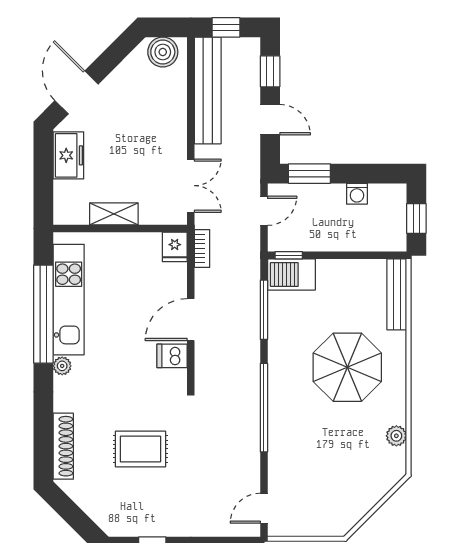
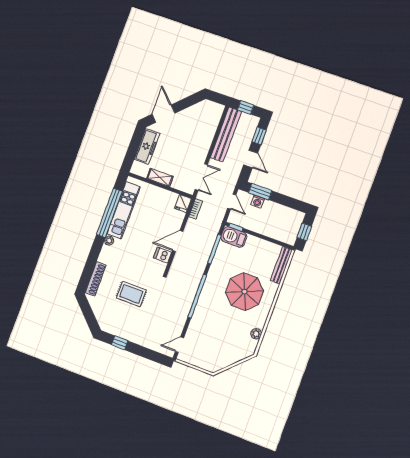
boiler: (163, 52) -> (211, 109), removed
freezer: (68, 155) -> (147, 146), width x1.40
washing machine: (357, 194) -> (258, 202), moved
door: (264, 211) -> (232, 202), hinge flipped

